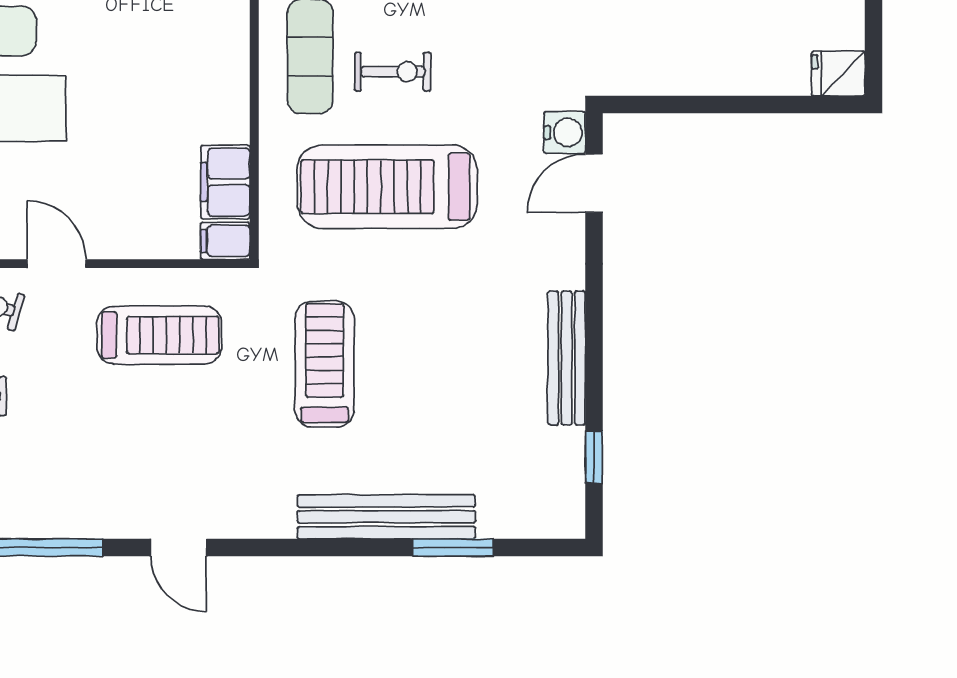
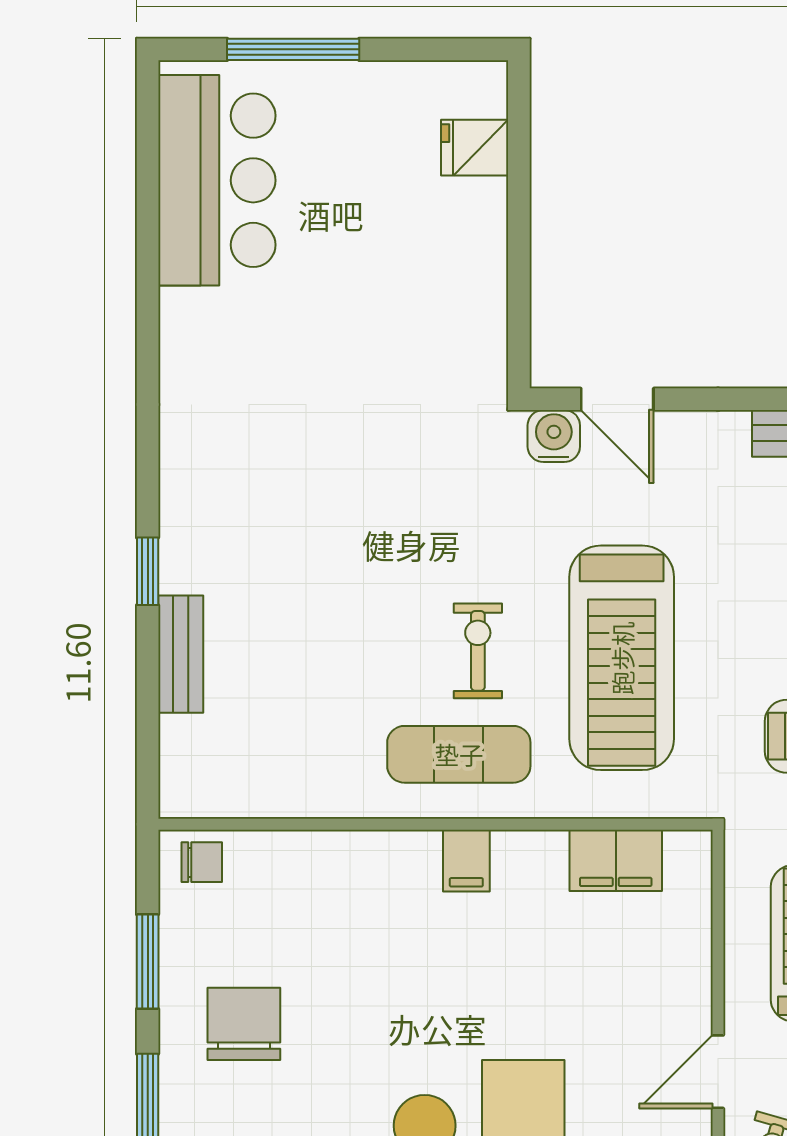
fridge: (838, 74) -> (475, 148), moved, turned 90
filing cabinet: (225, 241) -> (466, 861), moved

